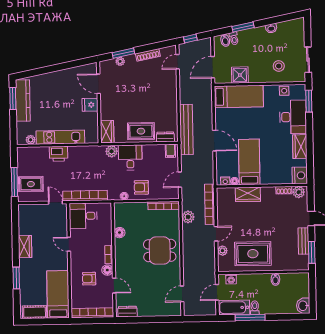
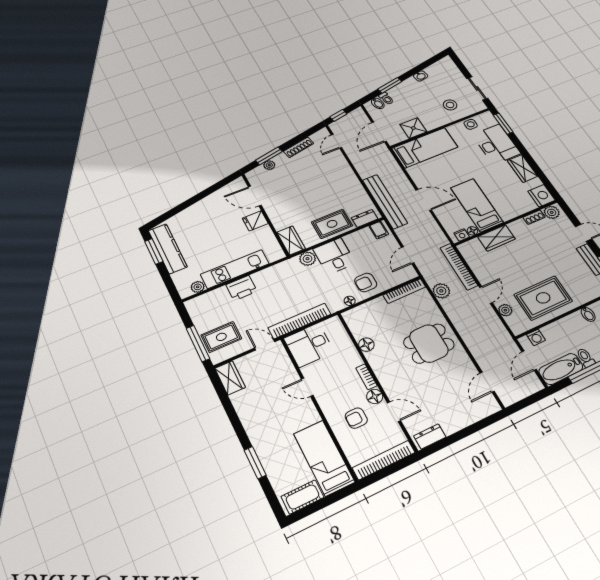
wardrobe: (25, 247) -> (230, 378), moved

